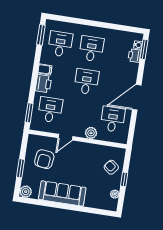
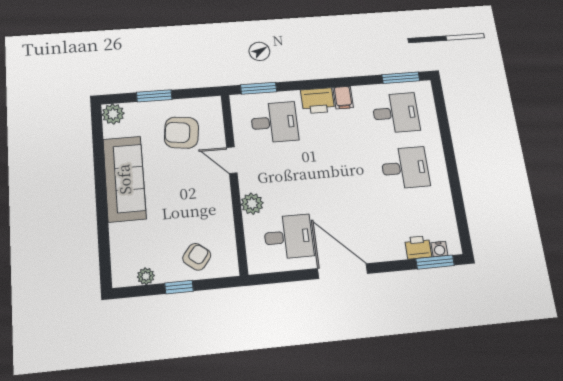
desk: (86, 82) -> (344, 173), removed

